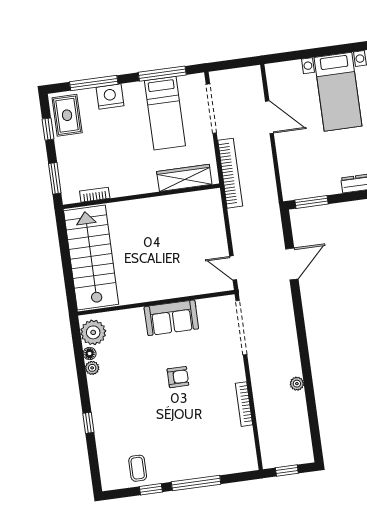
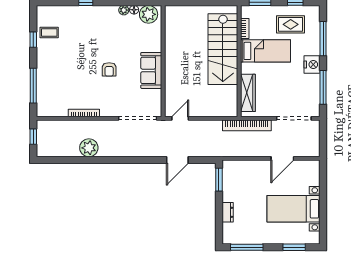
nightstand: (110, 97) -> (312, 65), moved
bed: (165, 113) -> (266, 51), moved, turned 180
rug: (67, 115) -> (291, 24), moved
stairs: (91, 257) -> (223, 49), moved, turned 90
door: (292, 264) -> (177, 160), hinge flipped
plant: (297, 384) -> (89, 148), width x1.87, depth x1.87
window: (196, 483) -> (33, 86), moved

